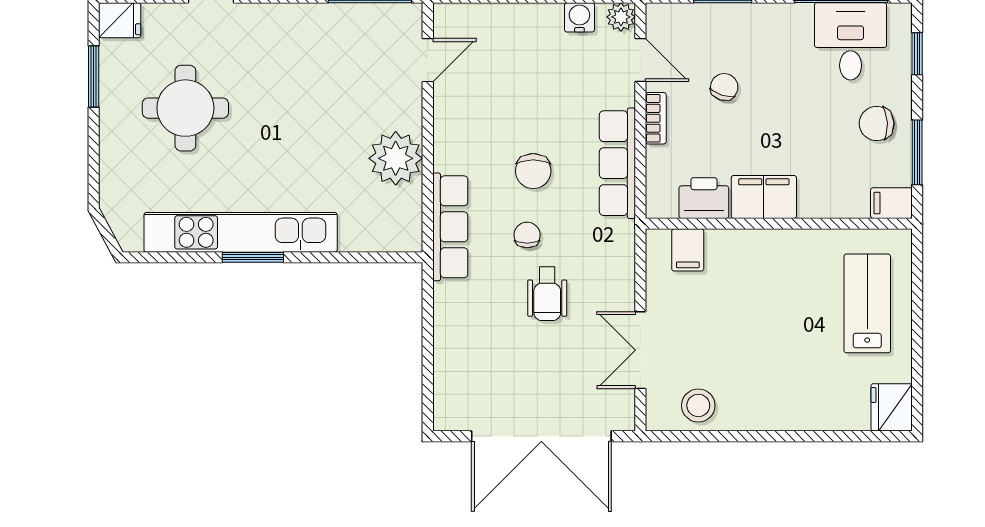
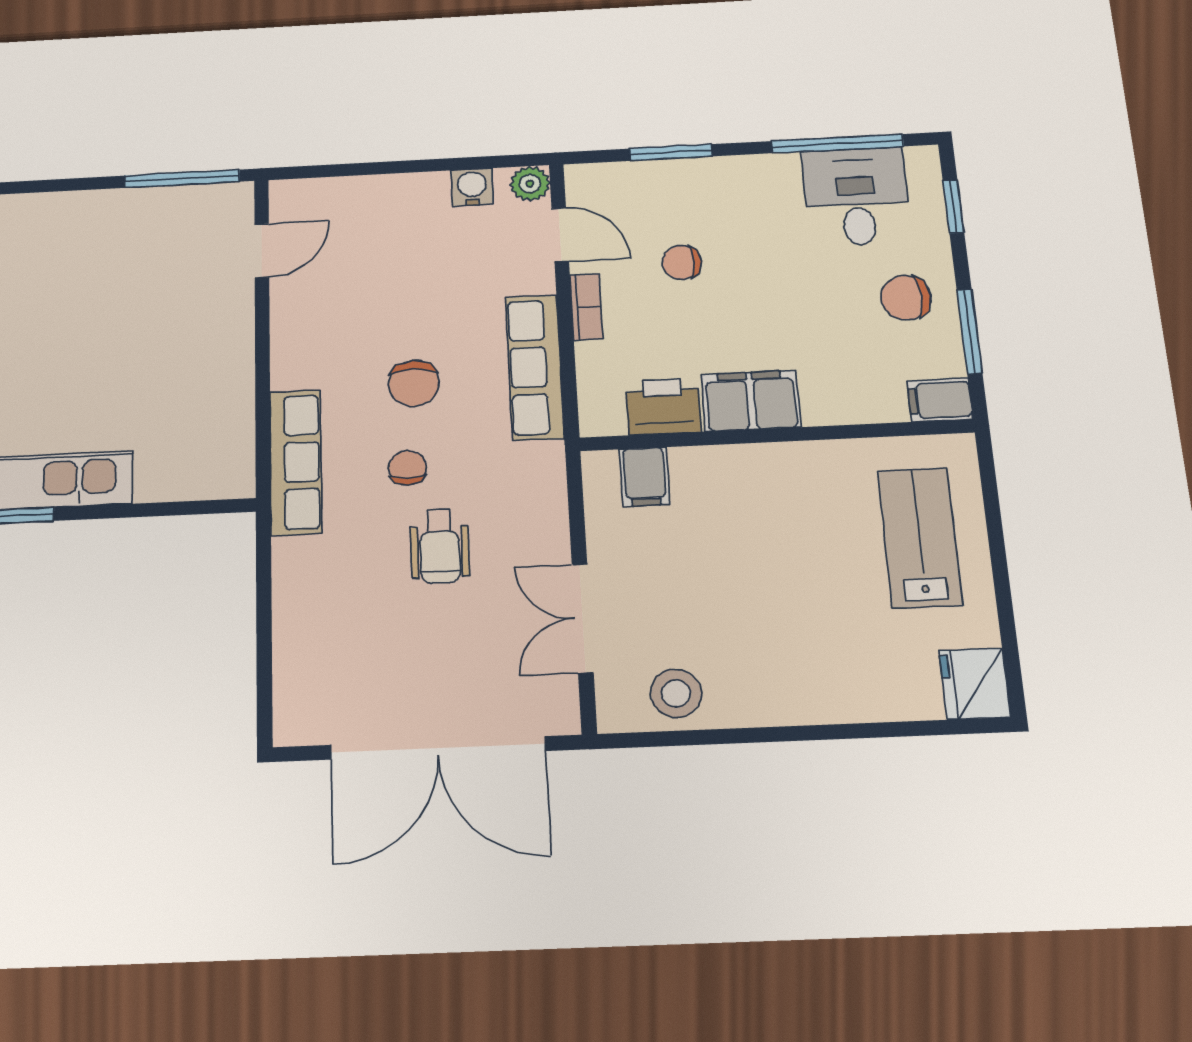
chair: (724, 87) -> (682, 262), turned -108
plant: (396, 158) -> (217, 376), removed

